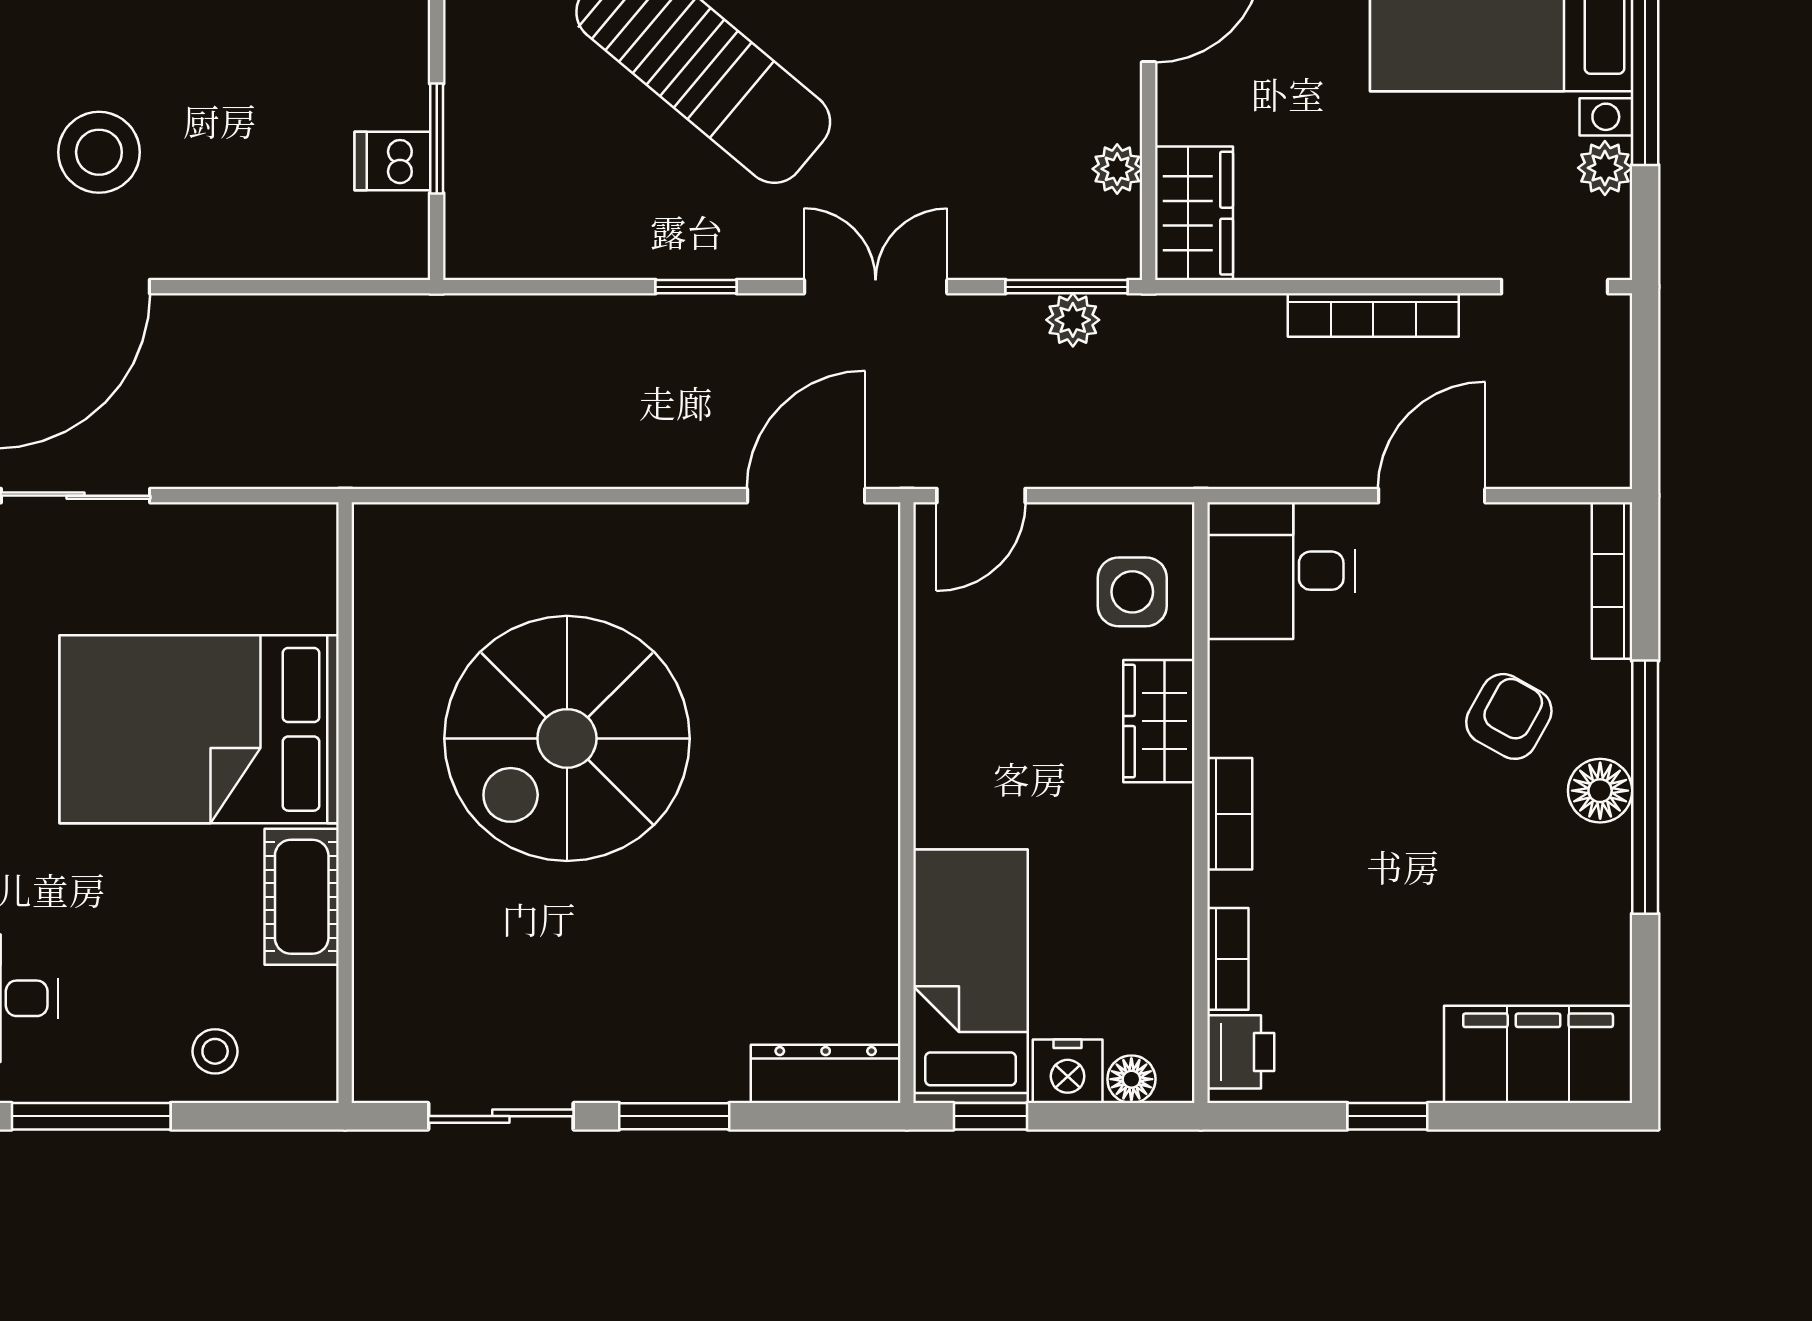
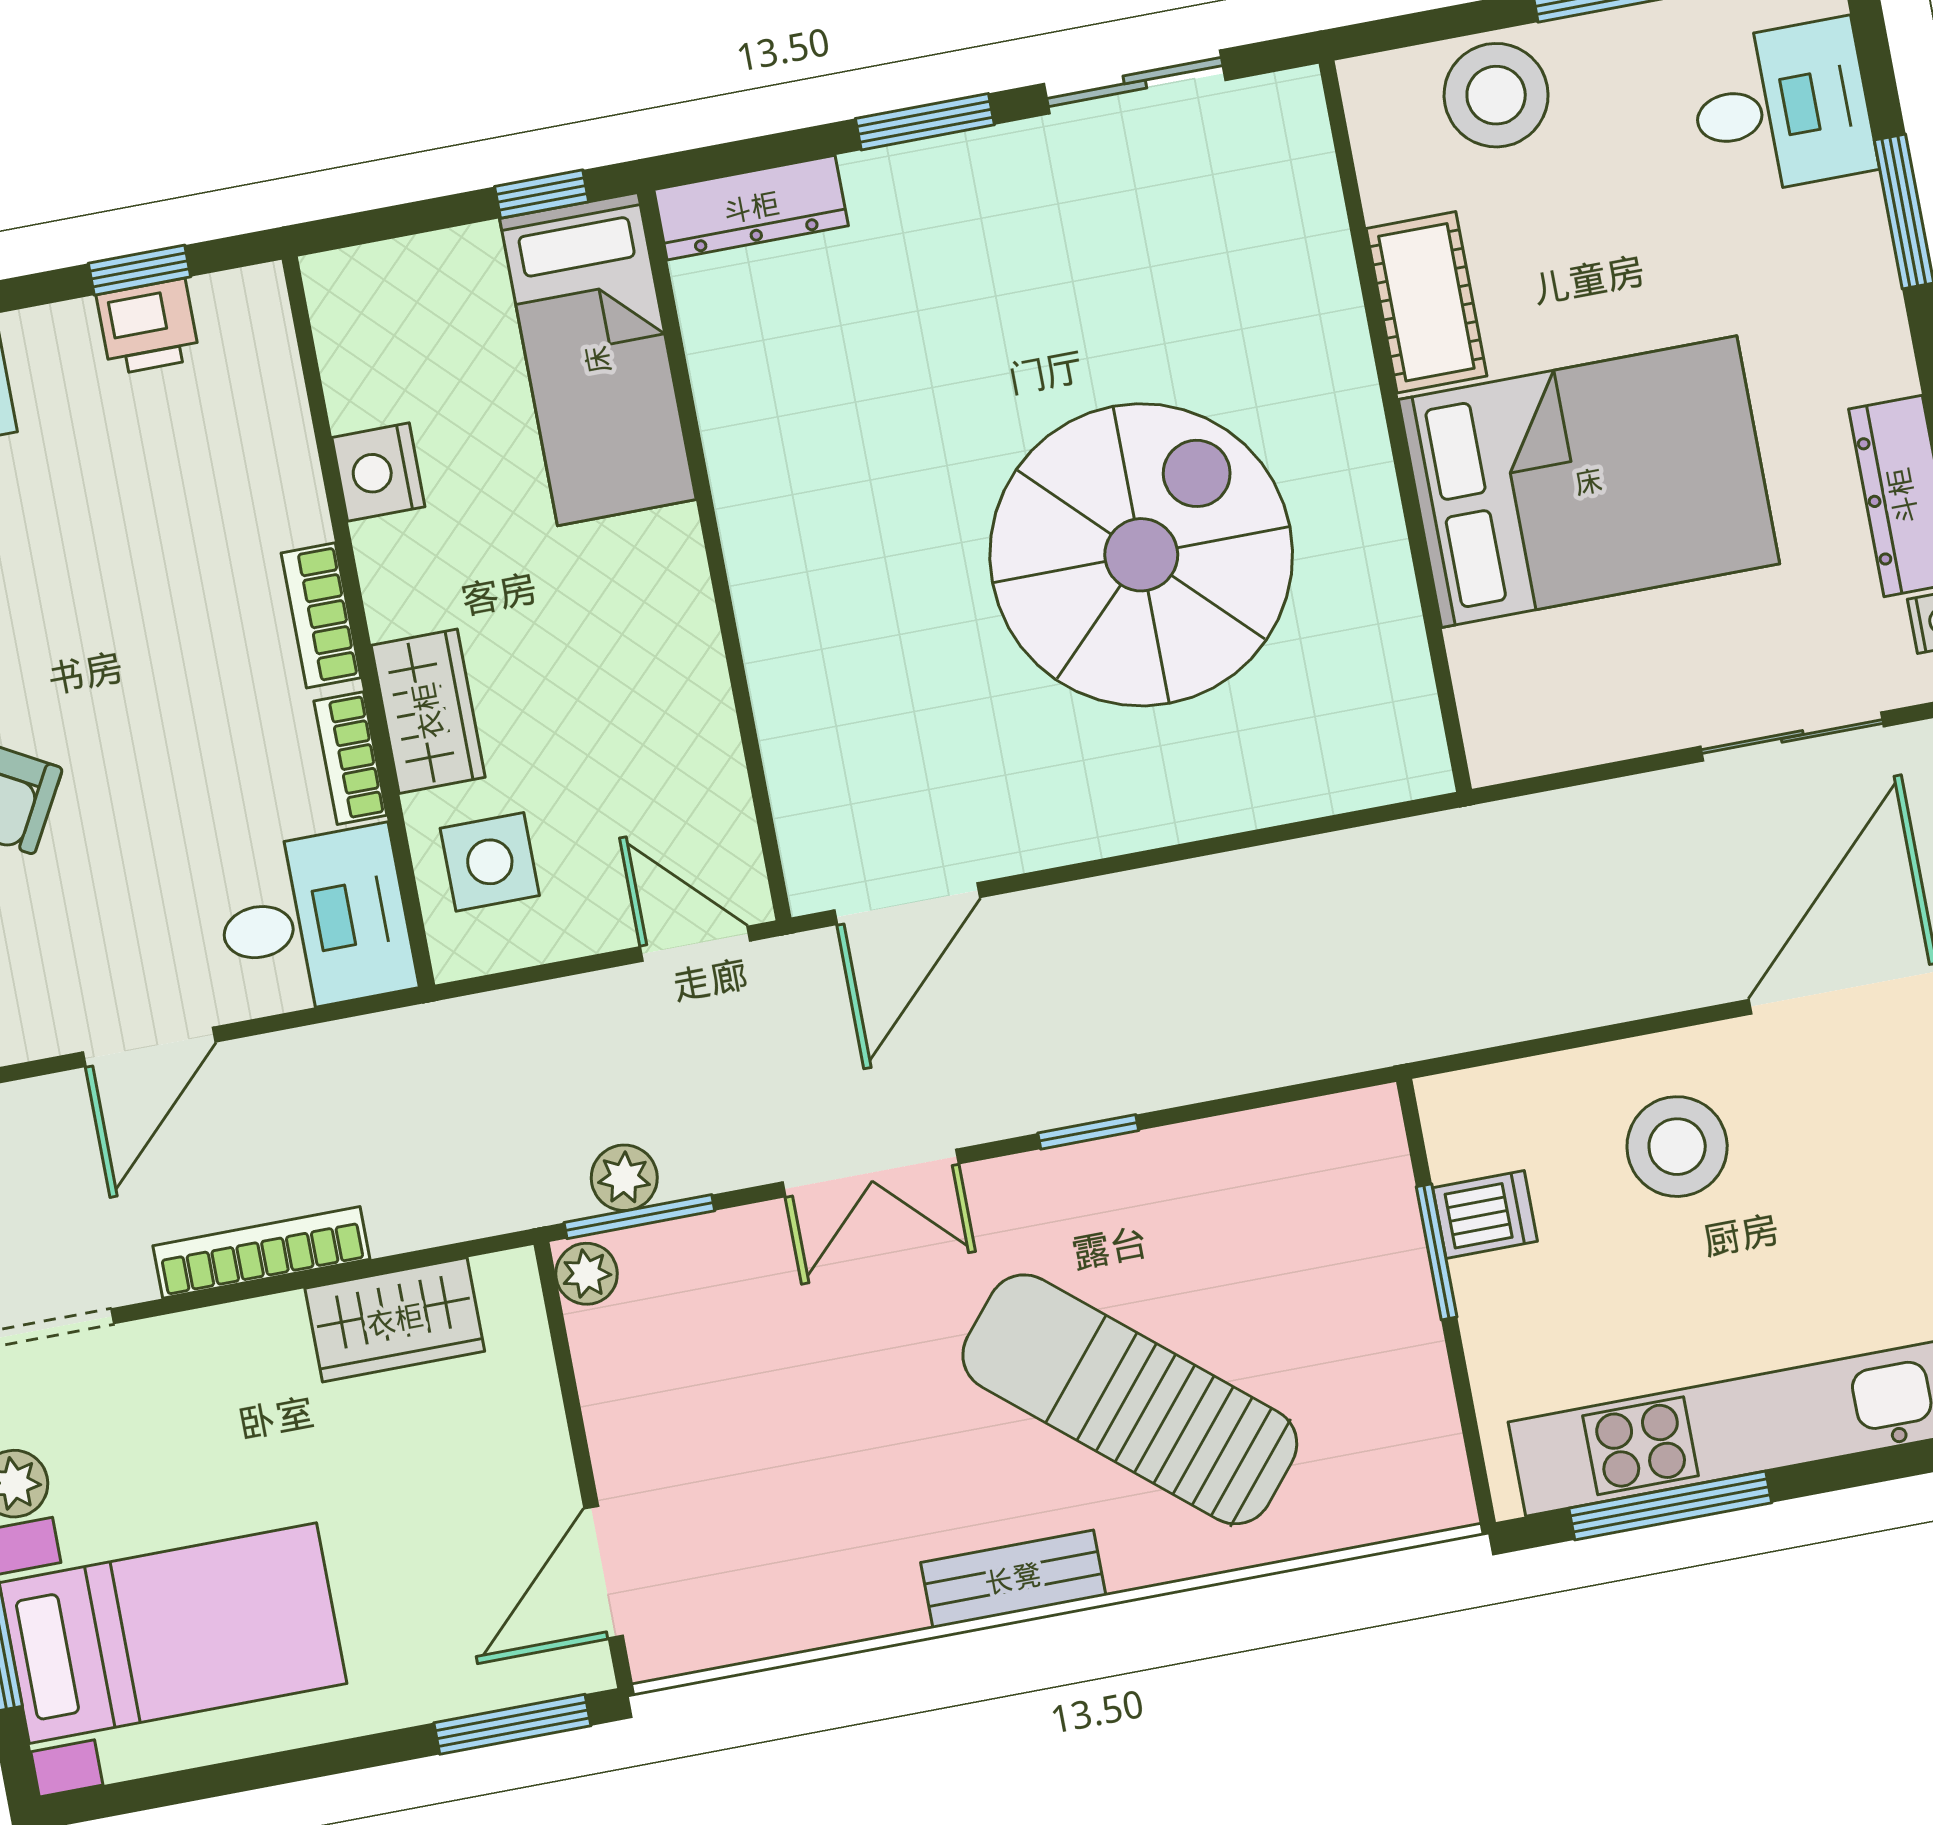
stool: (99, 152) -> (1677, 1147), moved
plant: (1117, 169) -> (587, 1274), moved
wardrobe: (1194, 213) -> (395, 1320), moved, turned -90
door: (981, 496) -> (695, 944), hinge flipped
bookcase: (1228, 959) -> (350, 758), moved
stool: (215, 1051) -> (1496, 95), width x1.89, depth x1.89
printer: (1241, 1052) -> (148, 327), moved, turned -90
nightstand: (1068, 1071) -> (378, 472), moved, turned -90
floor lamp: (1131, 1079) -> (379, 271), removed
window: (1387, 1116) -> (139, 270), moved

